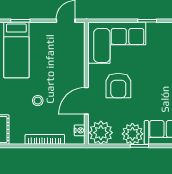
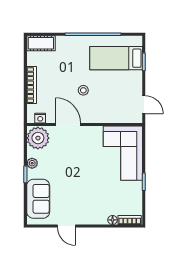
armchair: (118, 85) -> (83, 155), removed
stool: (38, 101) -> (83, 90), moved
plant: (132, 134) -> (32, 163), width x0.53, depth x0.53

